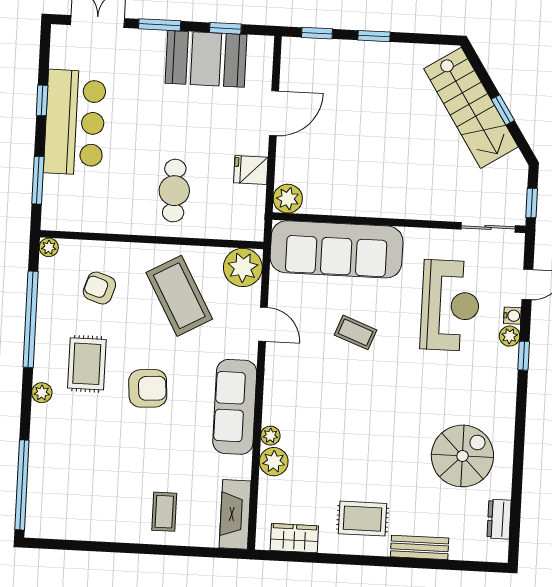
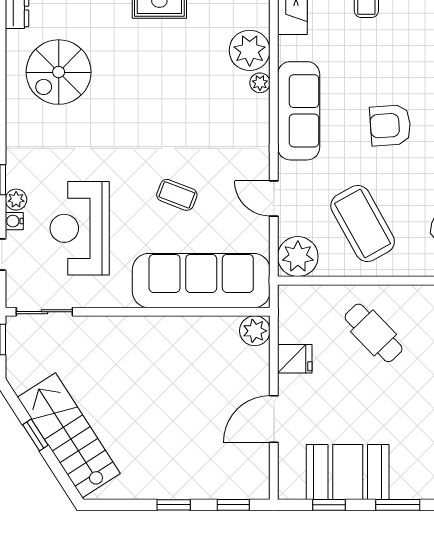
cafe table: (174, 191) -> (374, 333), turned -44
plant: (274, 462) -> (250, 50), width x1.36, depth x1.36

